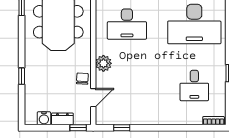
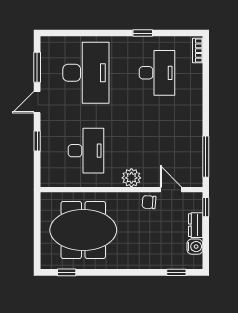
window: (22, 76) -> (176, 272), moved
desk: (194, 85) -> (157, 73), width x1.37
window: (122, 128) -> (206, 157), width x2.17

